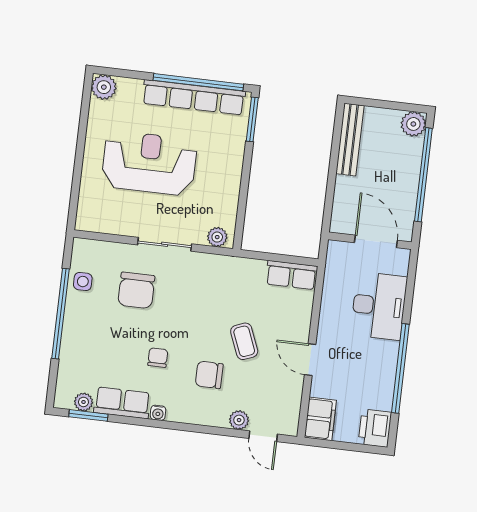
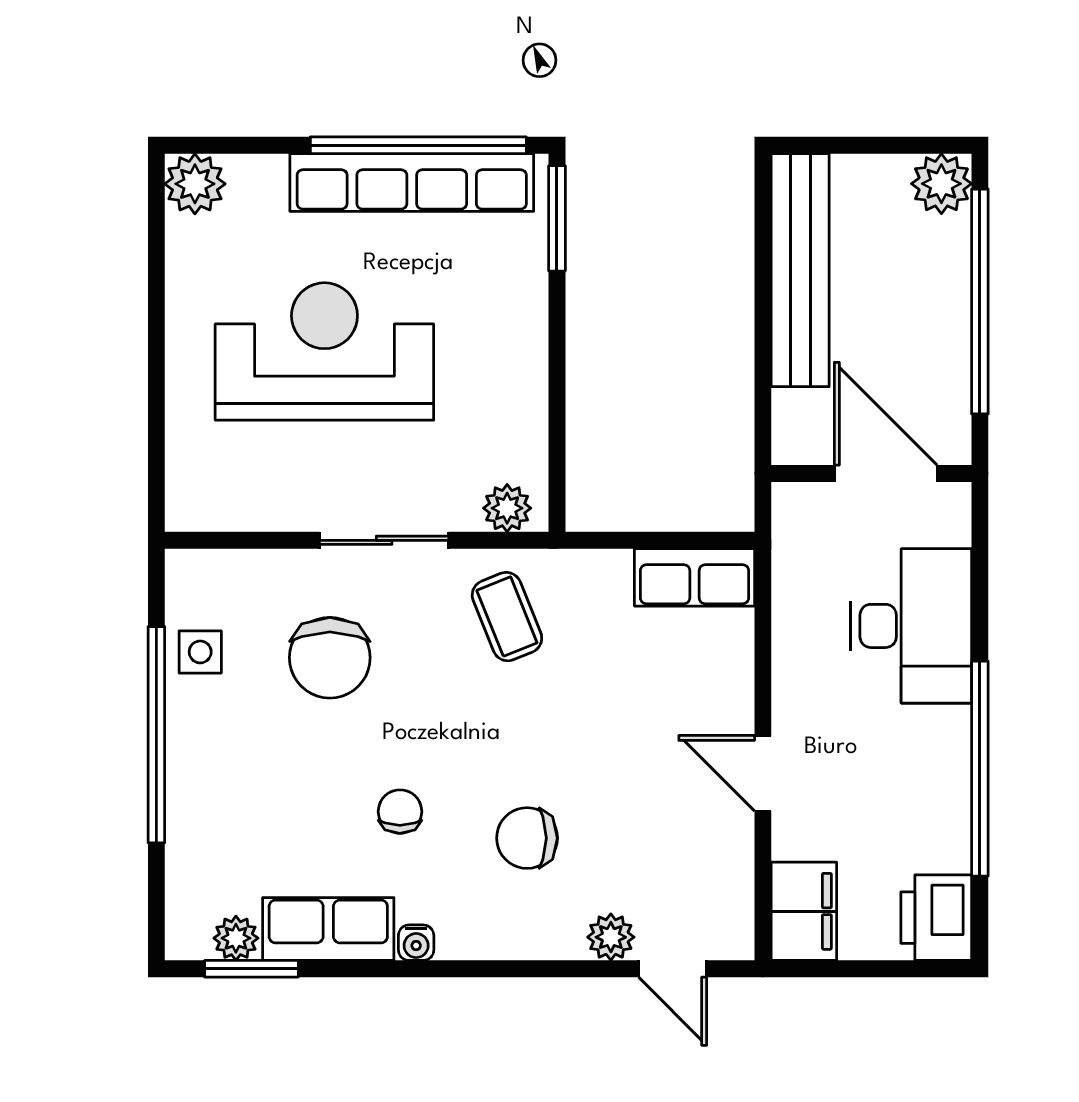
bench: (350, 140) -> (800, 270), width x1.37, depth x1.21
coffee table: (244, 341) -> (507, 617), moved

